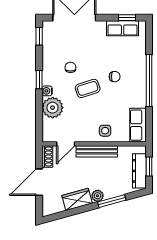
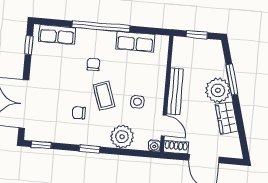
row of seats: (123, 28) -> (57, 35), moved, turned 90
water cooler: (47, 91) -> (154, 145), moved
row of seats: (138, 125) -> (135, 42), moved
side table: (105, 131) -> (137, 102), moved
dresser: (139, 171) -> (201, 46), removed
plant: (98, 196) -> (218, 90), width x1.87, depth x1.87

